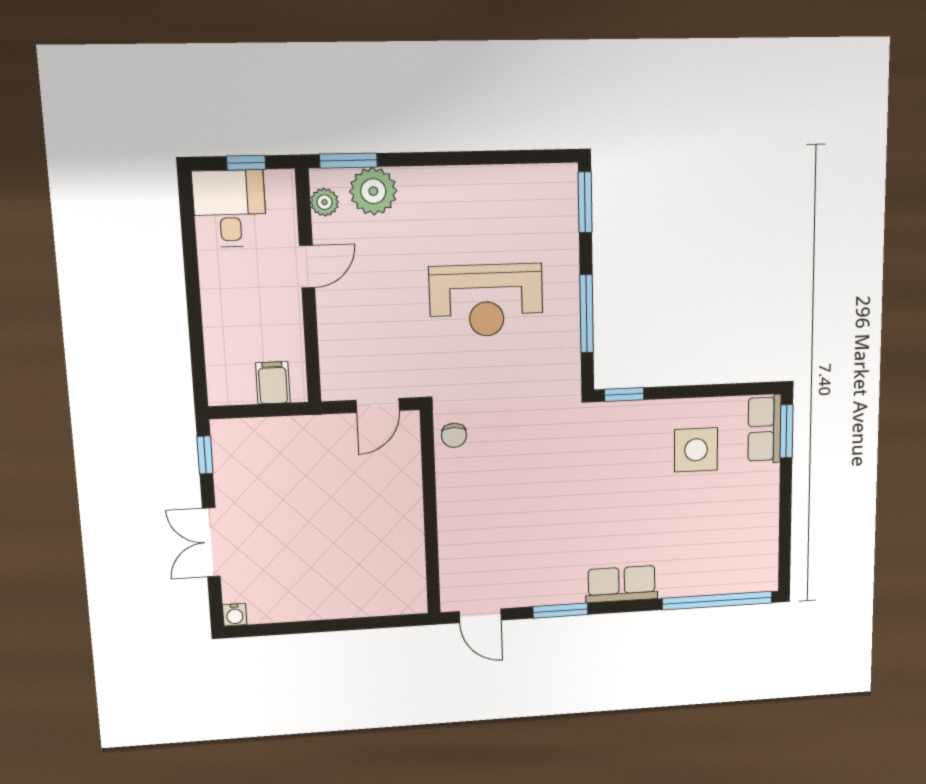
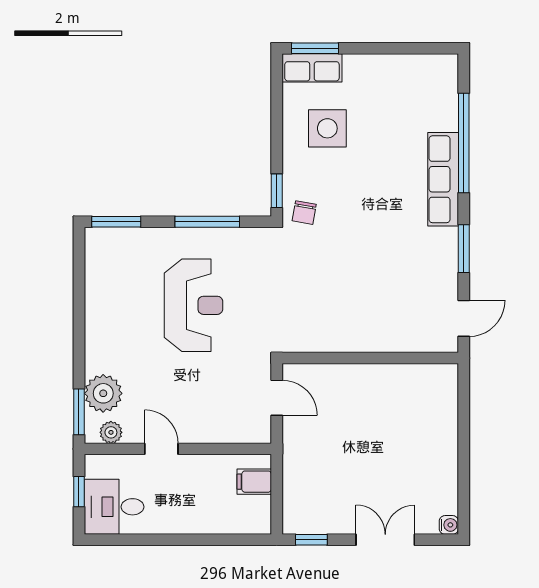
chair: (454, 435) -> (304, 213), moved, turned 100
double door: (211, 542) -> (385, 540), swing flipped
row of seats: (622, 584) -> (443, 179), width x1.48
window: (717, 601) -> (464, 143), moved

